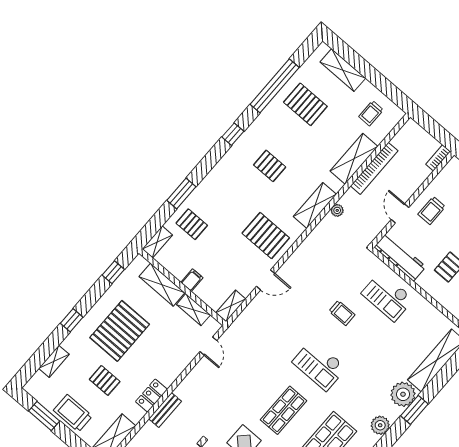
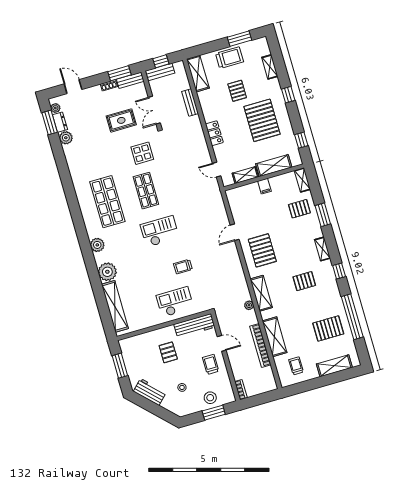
pallet: (266, 236) -> (262, 250), turned 90
shelving: (231, 306) -> (322, 249), moved
pallet: (105, 380) -> (237, 91), turned 90
locker: (151, 396) -> (214, 133), moved
bench: (165, 410) -> (190, 102), moved
window: (414, 410) -> (93, 273), removed

